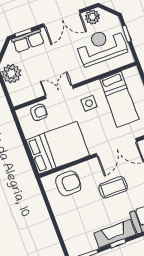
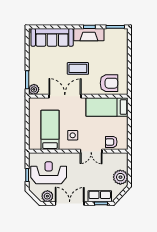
reception desk: (101, 46) -> (49, 173), turned 180
bed: (58, 148) -> (107, 107), width x0.67
armchair: (68, 183) -> (109, 83), turned 180

